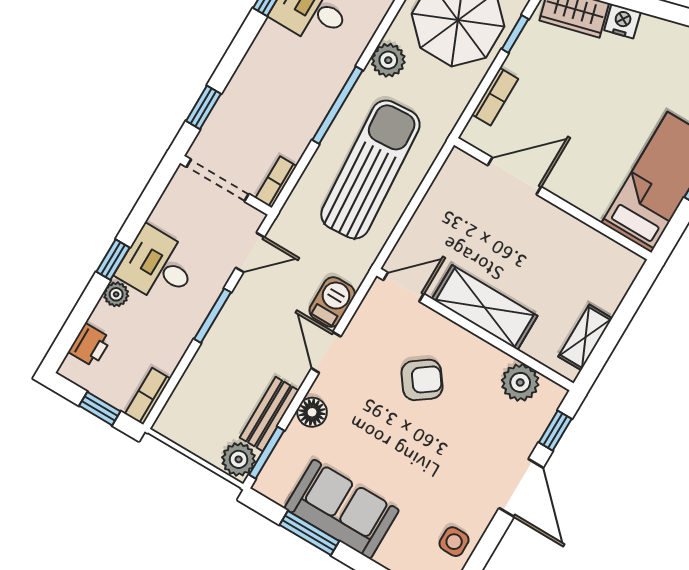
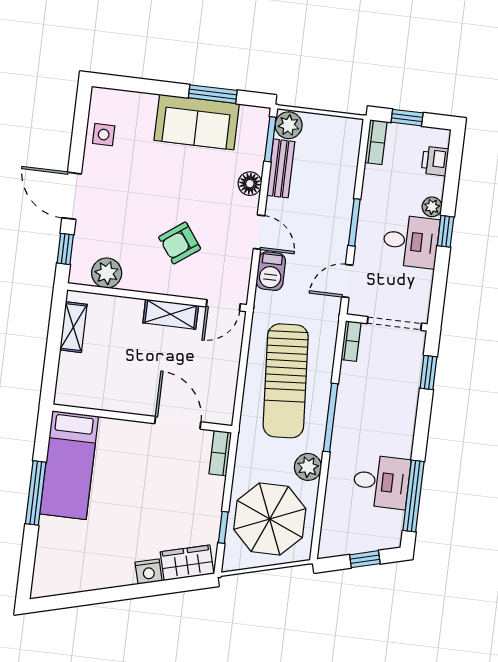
bookcase: (495, 97) -> (220, 453), moved
door: (514, 176) -> (178, 423), swing flipped
shelving: (485, 307) -> (171, 314), width x0.67, depth x0.75

